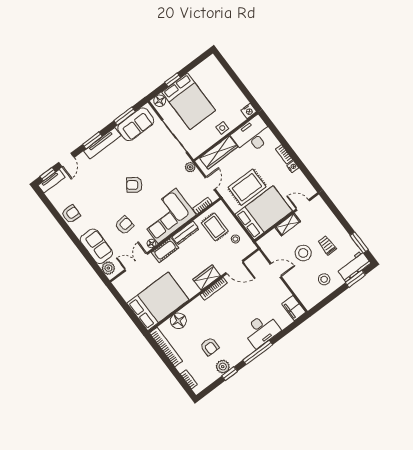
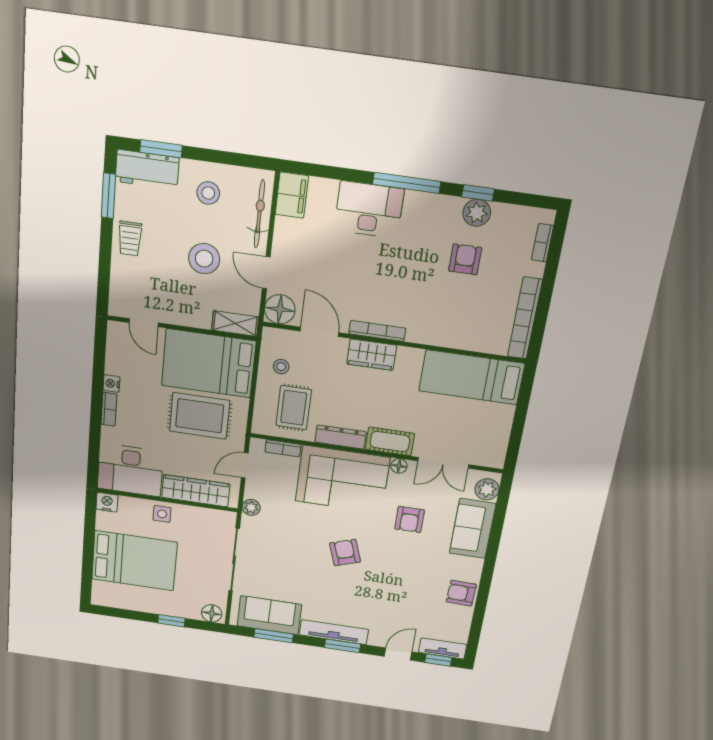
bed: (189, 101) -> (134, 561), moved, turned 90
armchair: (134, 185) -> (345, 553), turned -144
armchair: (124, 225) -> (410, 519), turned -84
shelving: (288, 225) -> (235, 324), moved
trolley: (327, 245) -> (130, 239), moved
bicycle: (299, 290) -> (259, 214), added
bed: (158, 301) -> (472, 377), width x0.67
floor lamp: (178, 321) -> (280, 309), moved

